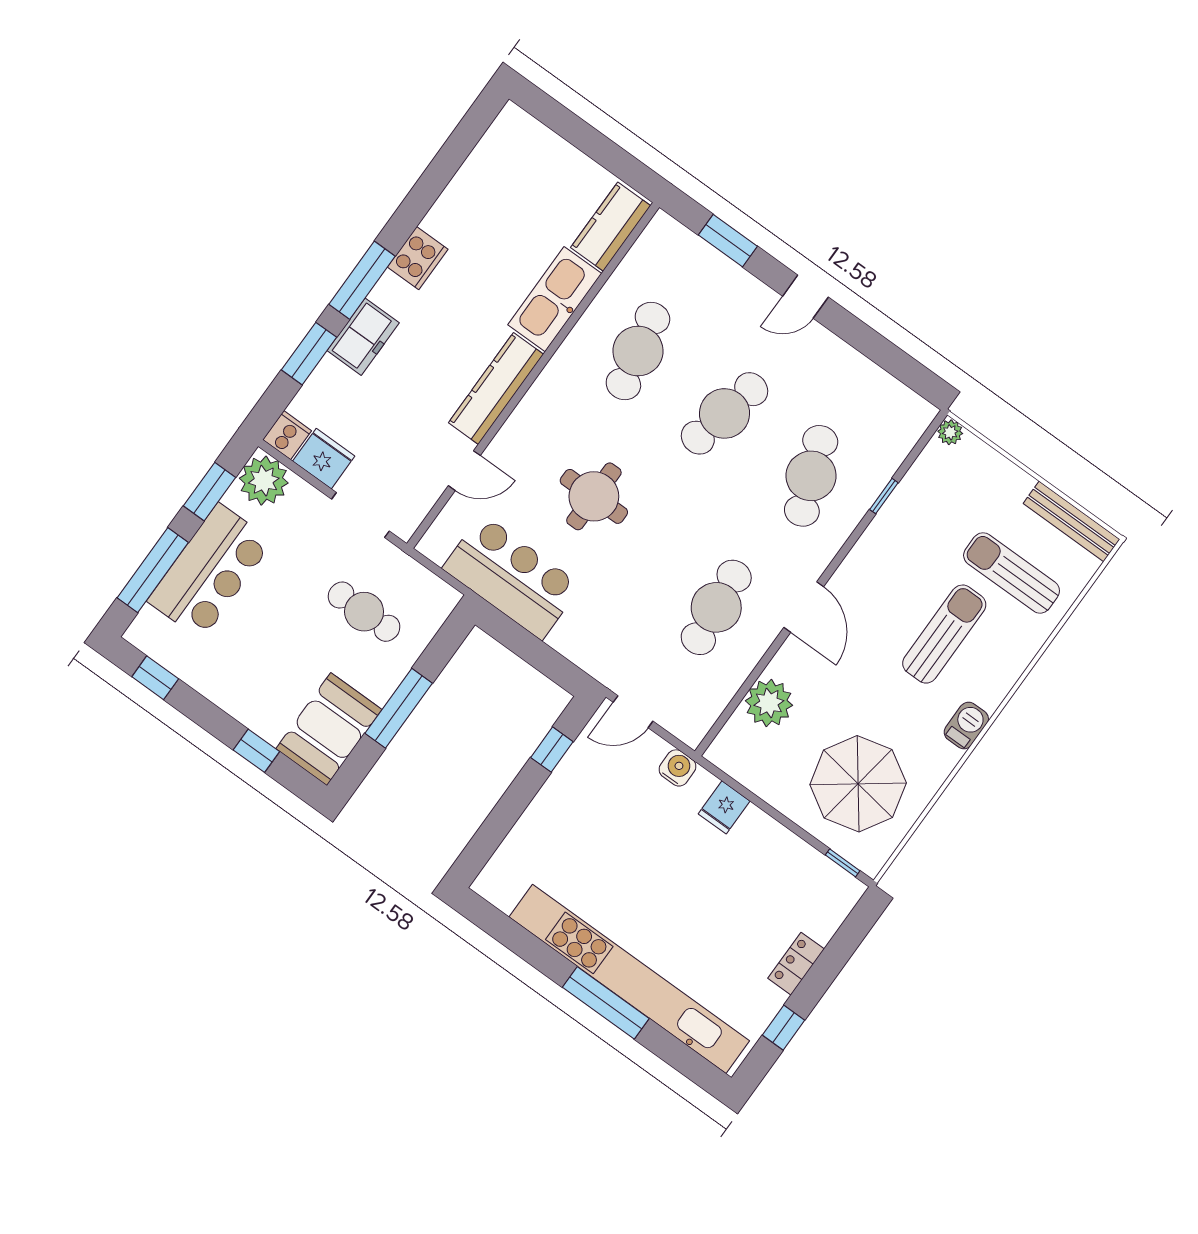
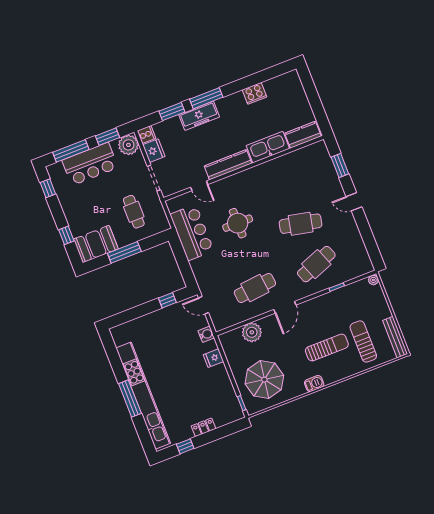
cooker: (418, 258) -> (254, 93), moved
freezer: (363, 337) -> (199, 116), width x1.40
cafe table: (638, 351) -> (285, 183), removed

